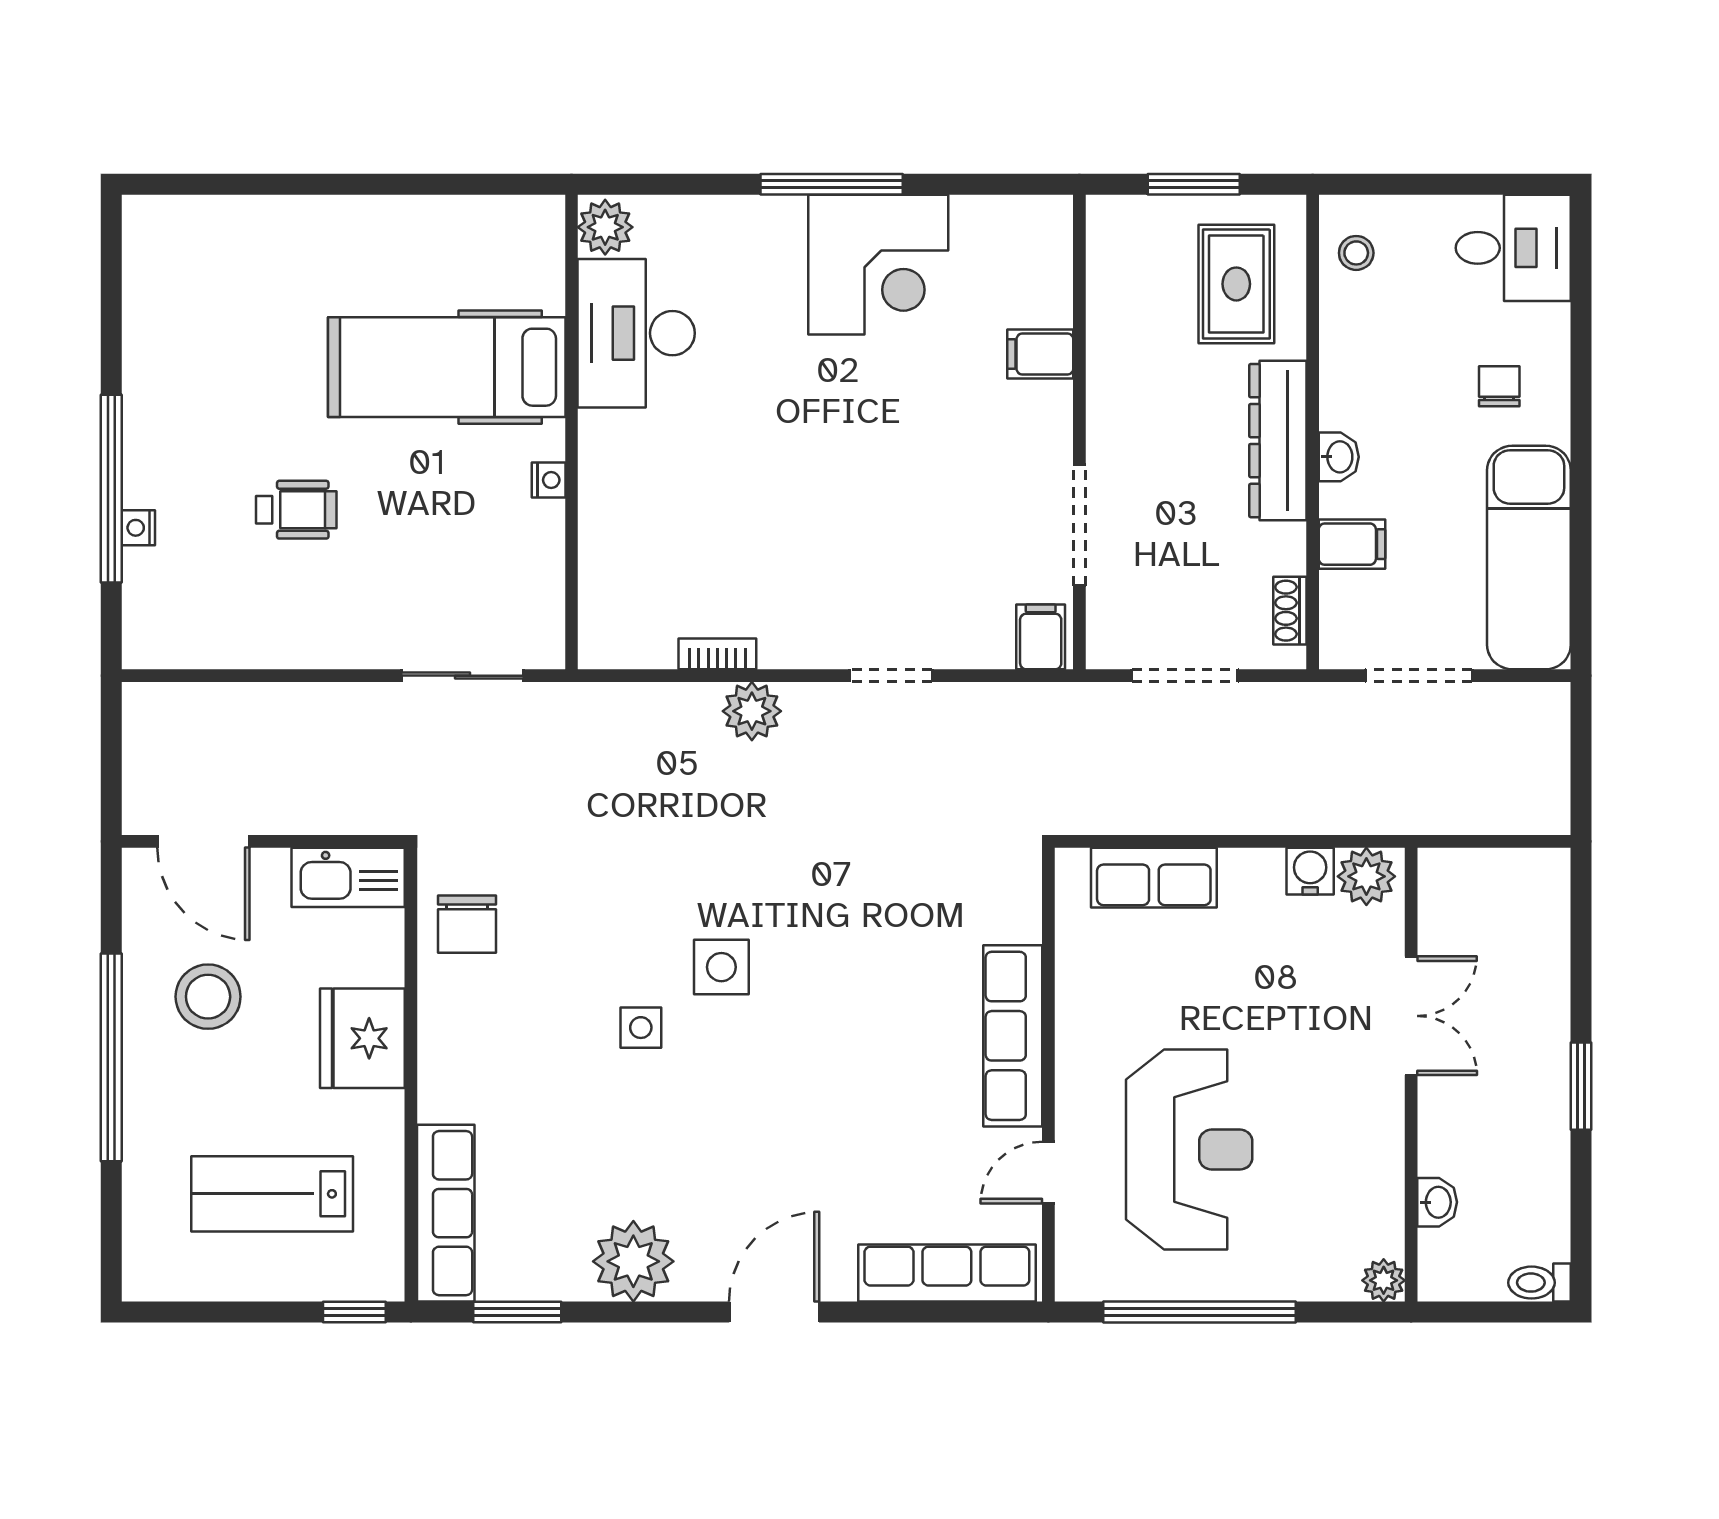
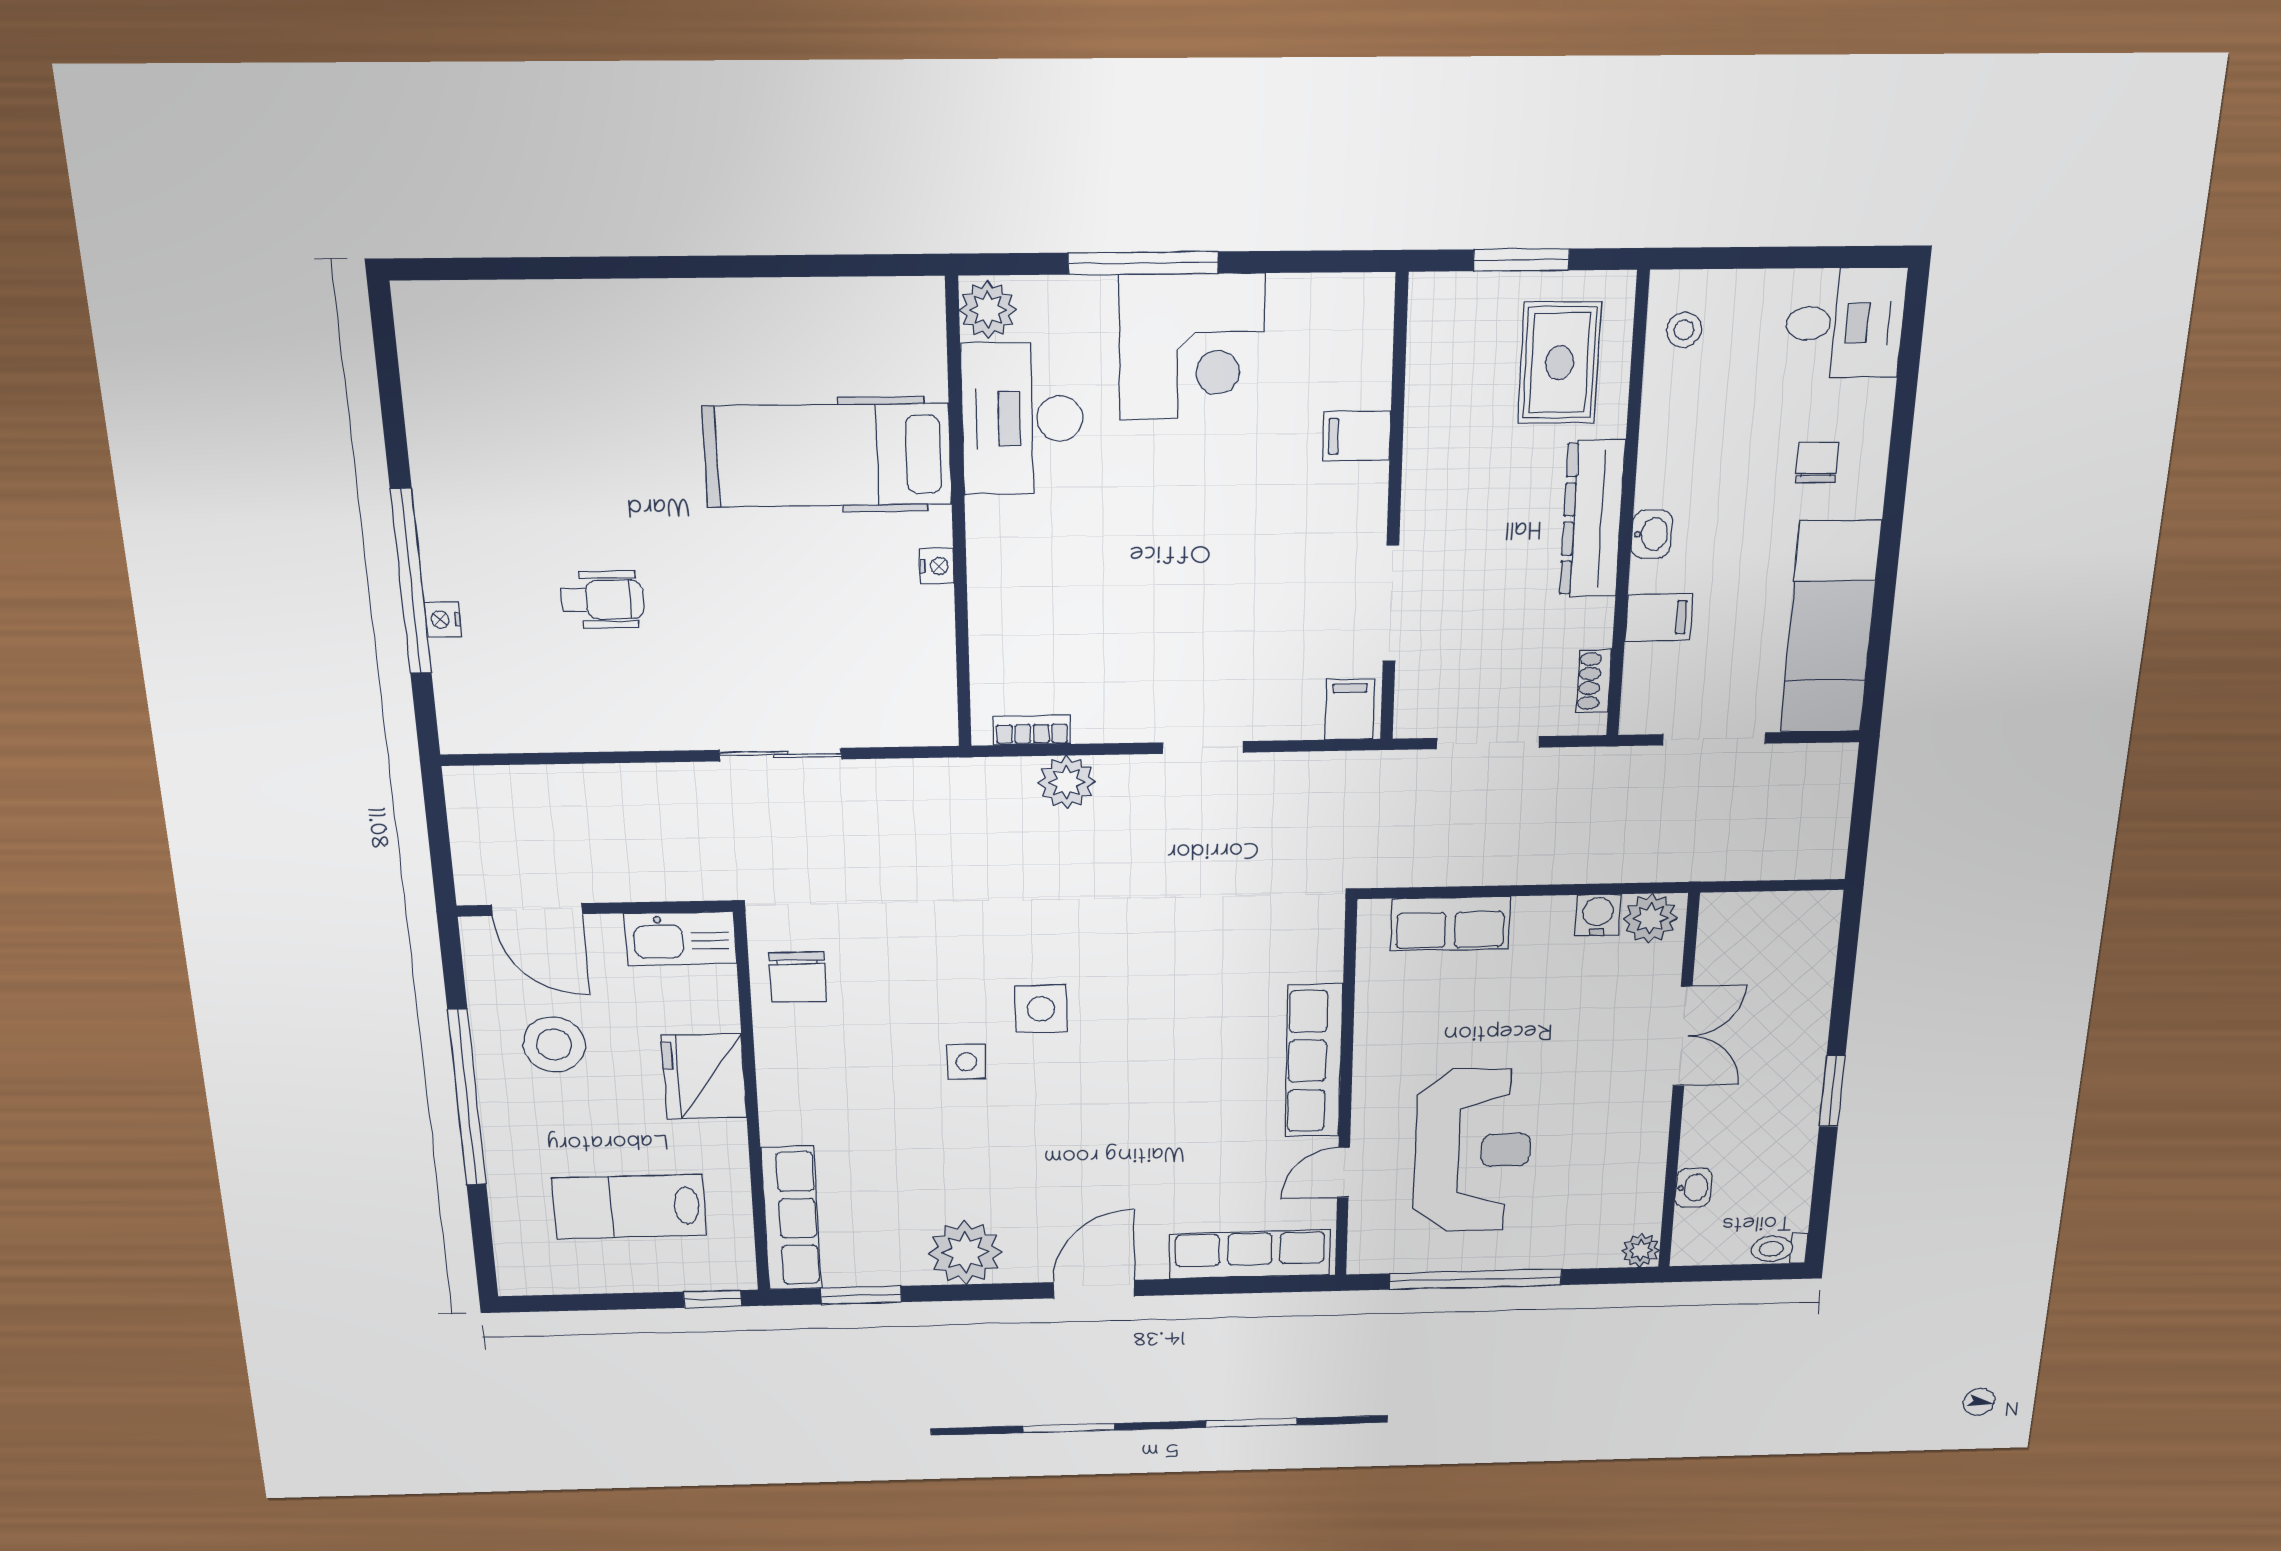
plant: (605, 227) -> (988, 310), moved
desk: (636, 333) -> (1022, 419), moved
hospital bed: (447, 367) -> (828, 455), moved
wall: (572, 432) -> (958, 519), moved
nightstand: (549, 480) -> (937, 566), moved

